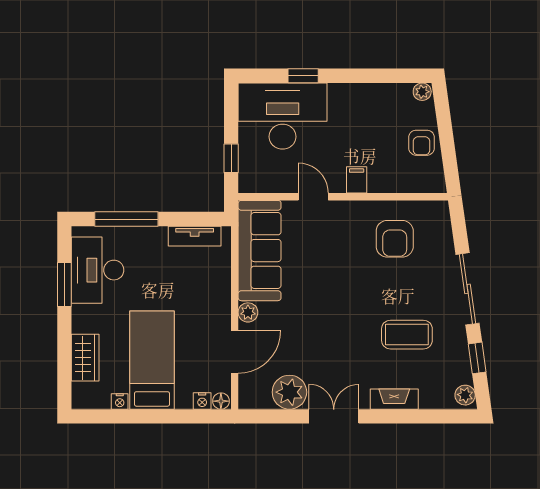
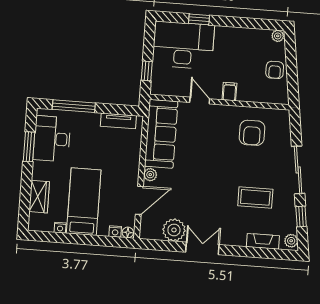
fireplace: (394, 399) -> (263, 241), moved

